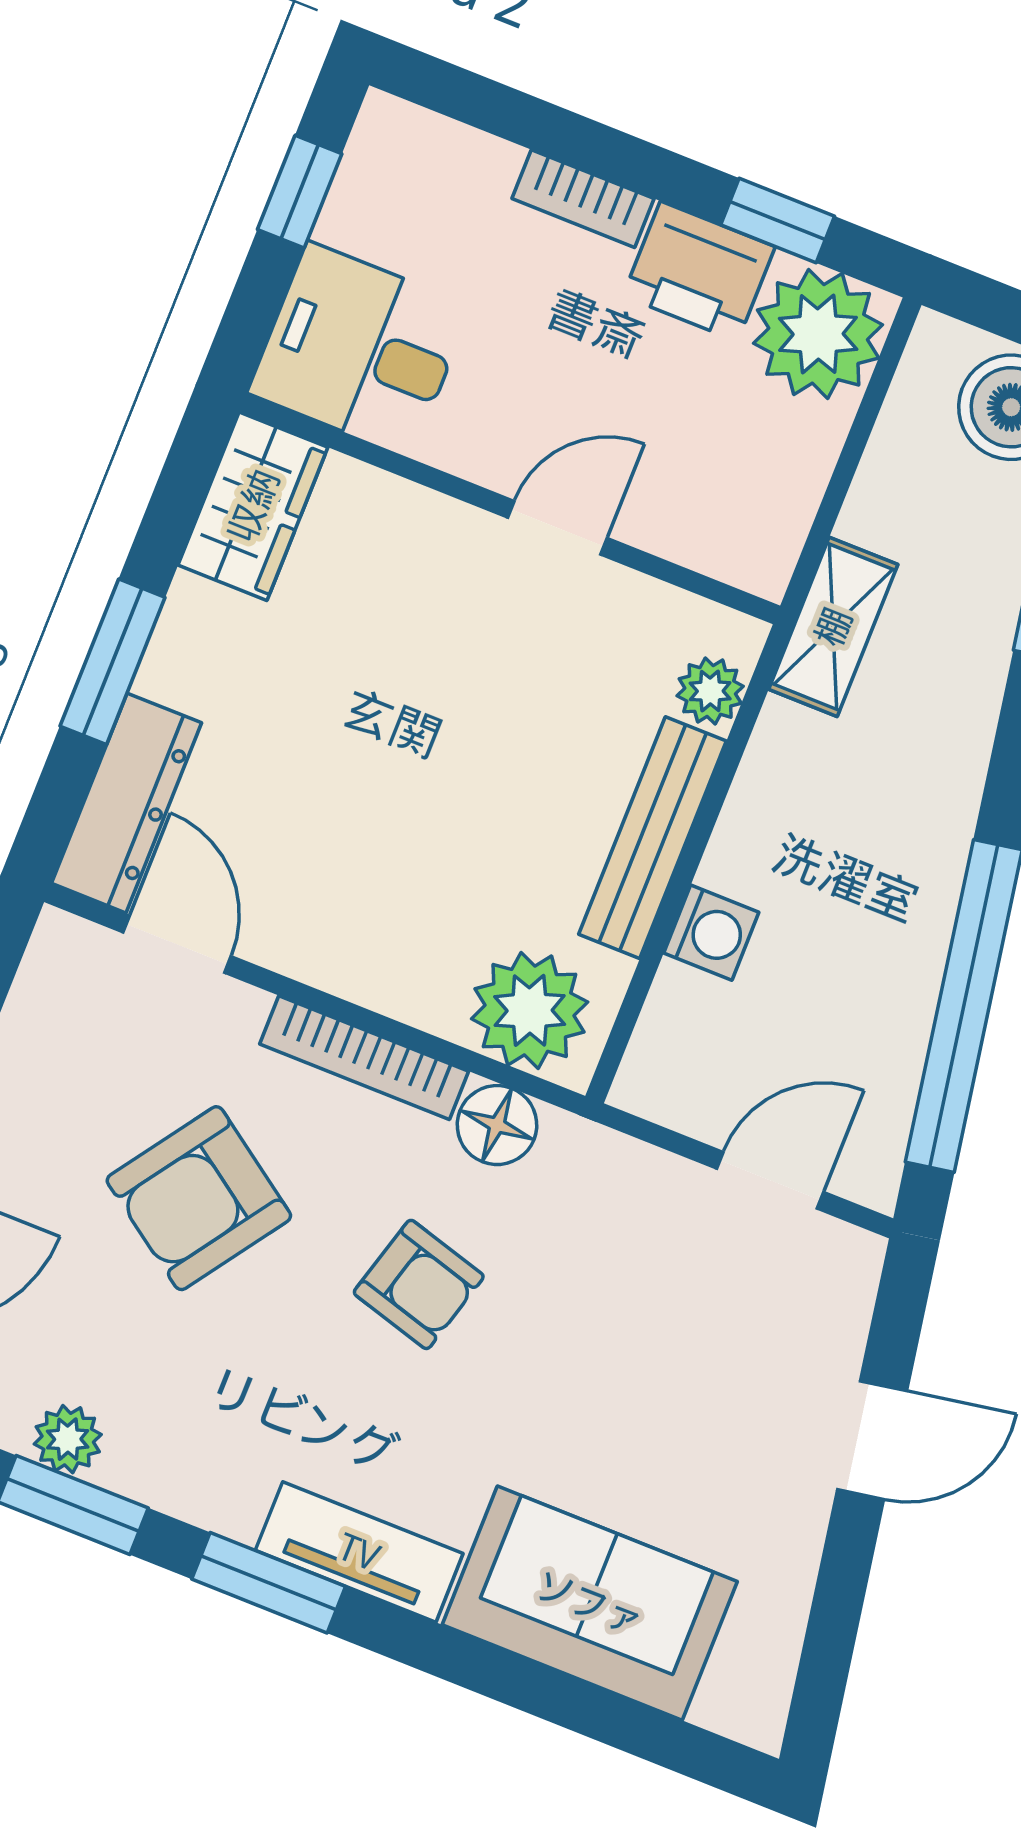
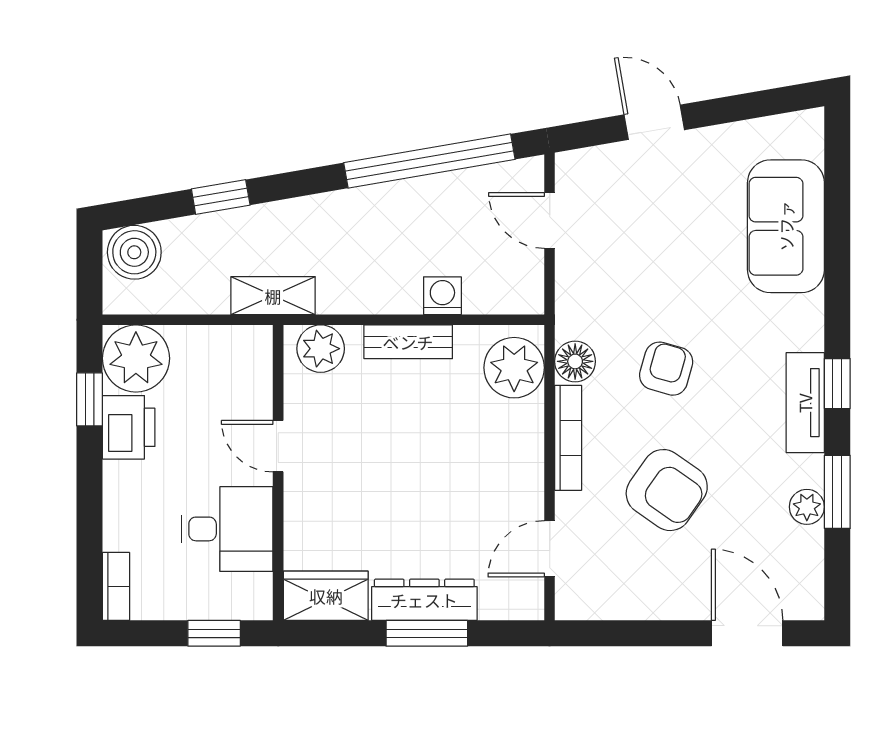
window: (300, 192) -> (214, 633), moved
bookcase: (583, 199) -> (116, 586), moved
desk: (360, 349) -> (227, 529), moved, turned -90
plant: (710, 691) -> (321, 349), width x1.38, depth x1.38
dresser: (126, 803) -> (424, 600), moved
bench: (653, 838) -> (408, 342), width x0.73
tv unit: (359, 1552) -> (805, 403), moved
window: (269, 1583) -> (837, 384), width x0.67

